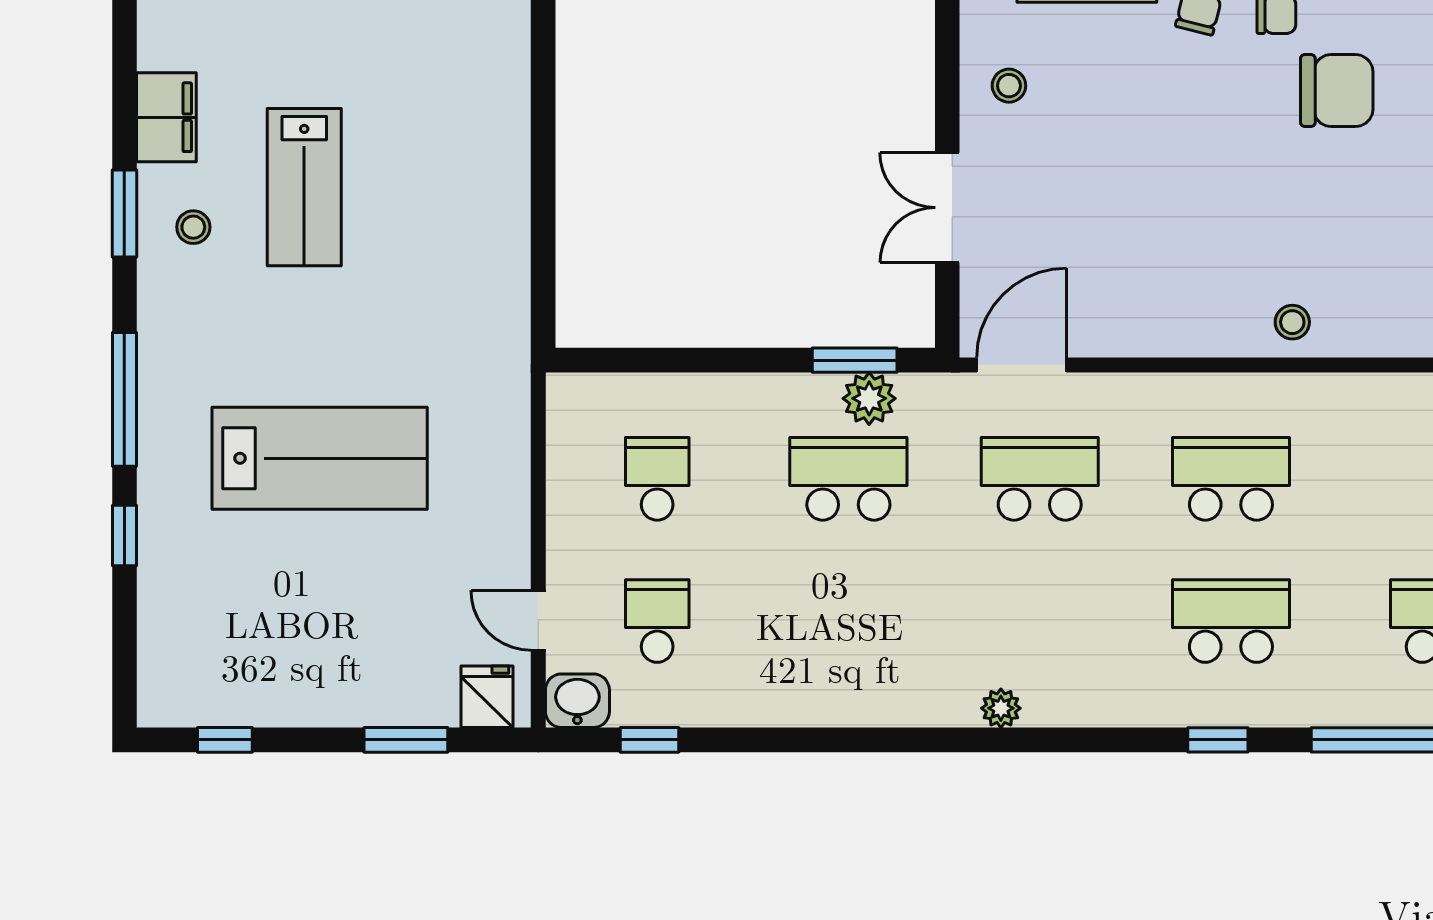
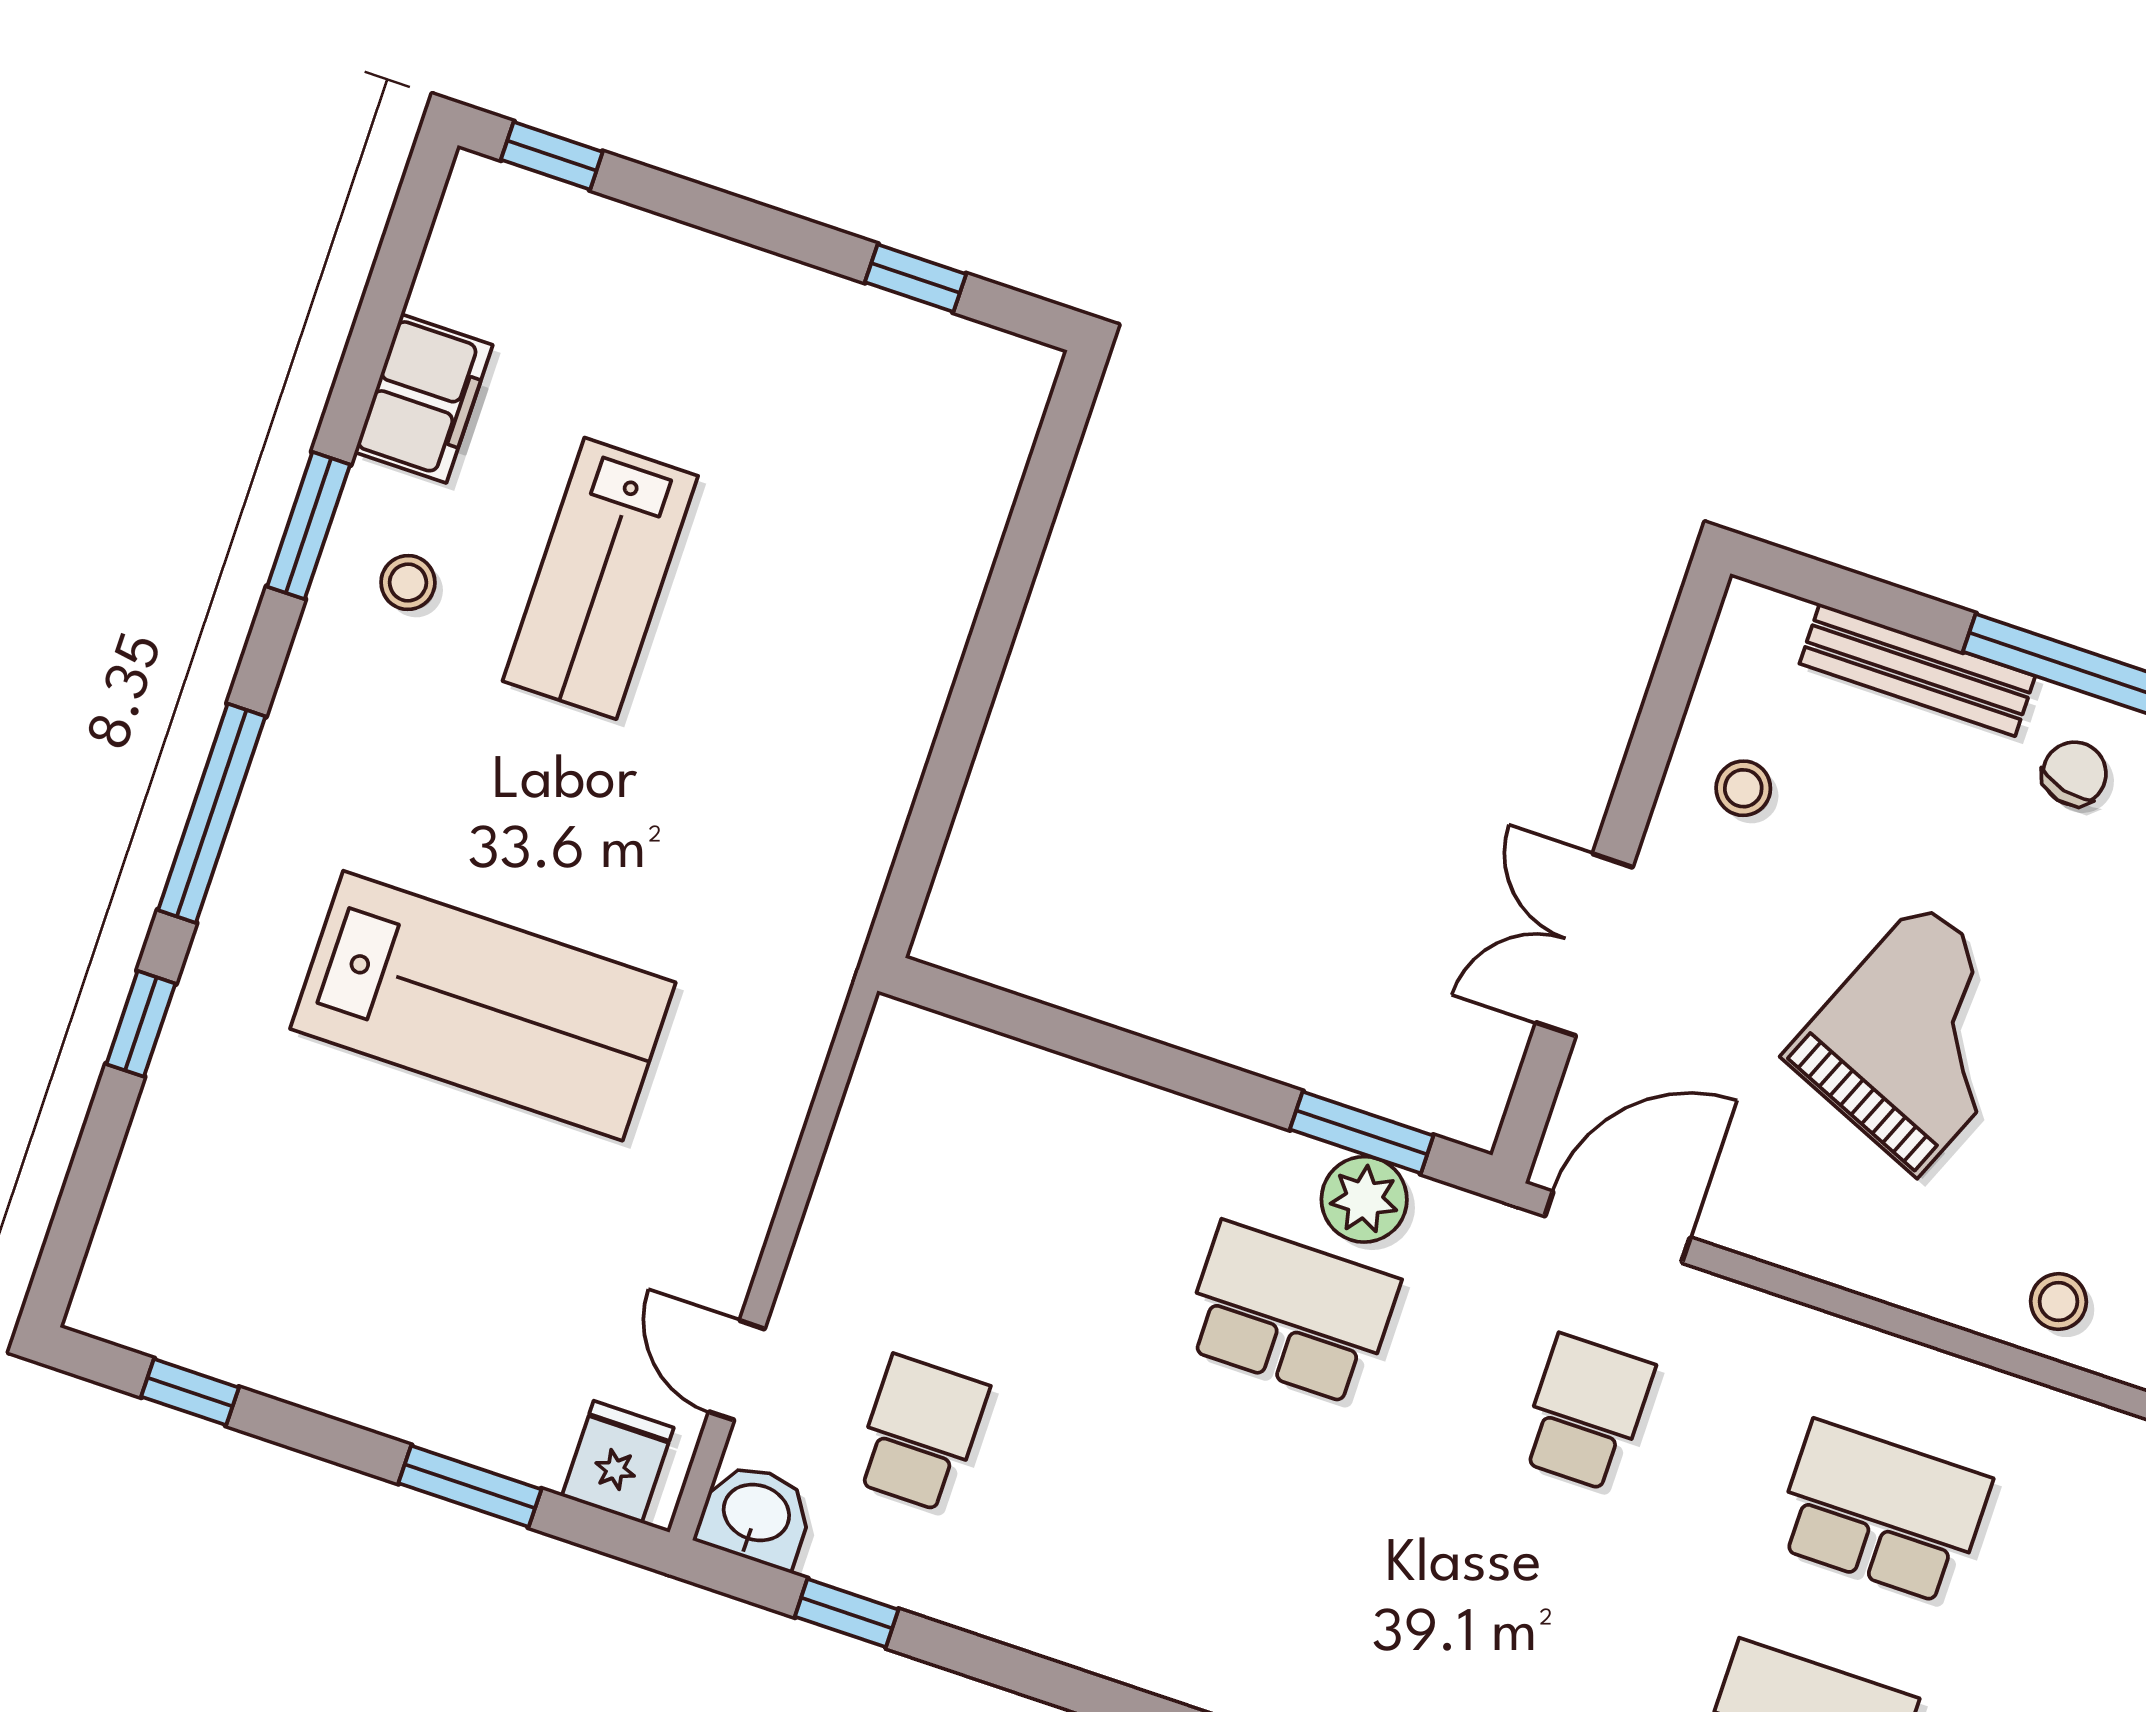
grand piano: (1160, 196) -> (1919, 1038), added
school desk: (657, 479) -> (994, 1213), removed
school desk: (1040, 479) -> (1586, 1413), width x0.54

